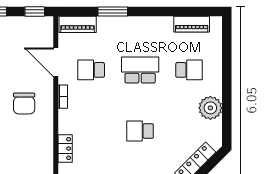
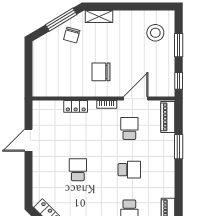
school desk: (140, 70) -> (129, 170), width x0.54
locker: (65, 149) -> (76, 106), moved

